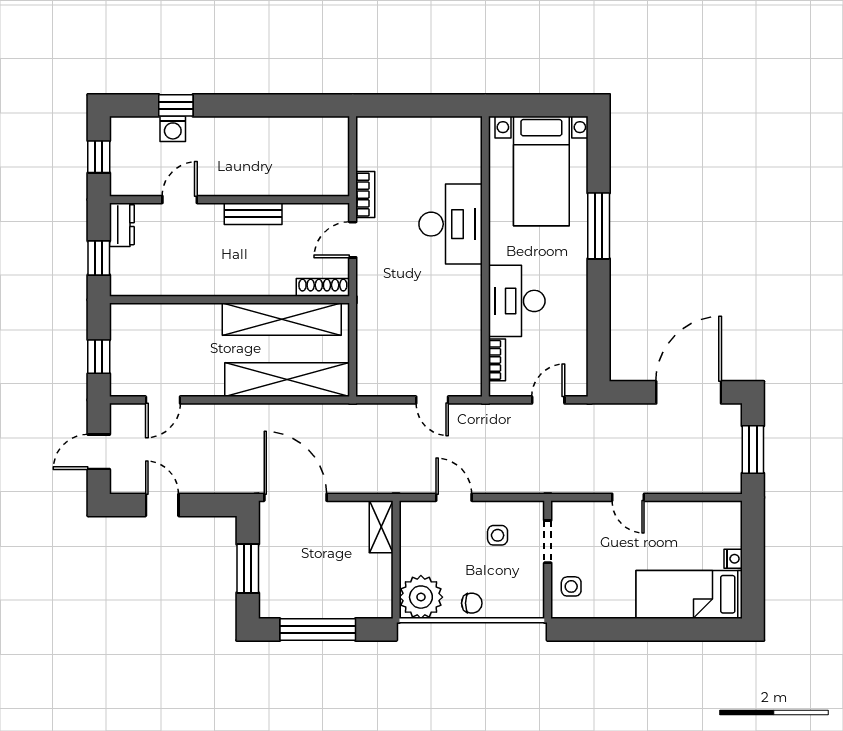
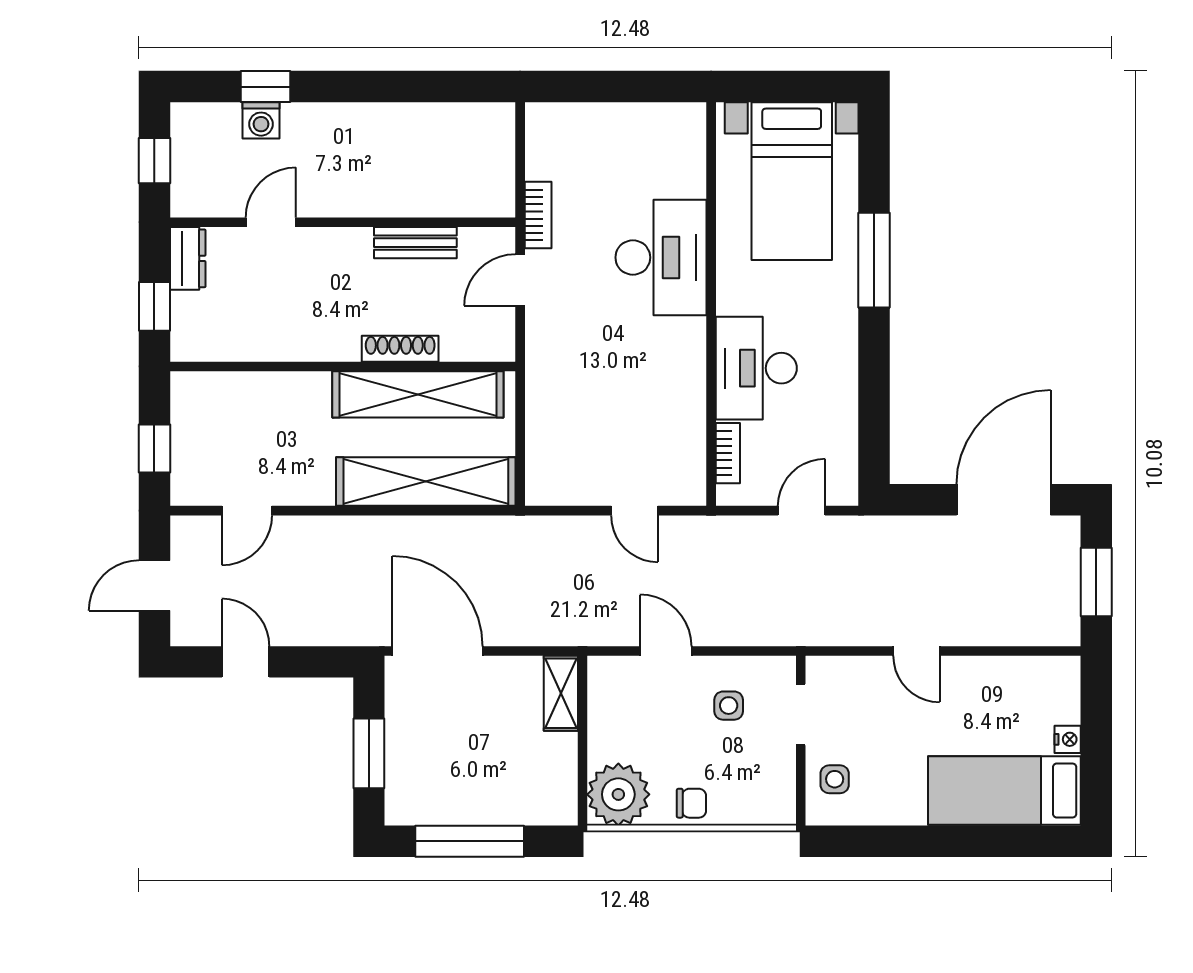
bench: (253, 214) -> (415, 243), moved
shoe rack: (323, 287) -> (400, 349), moved

